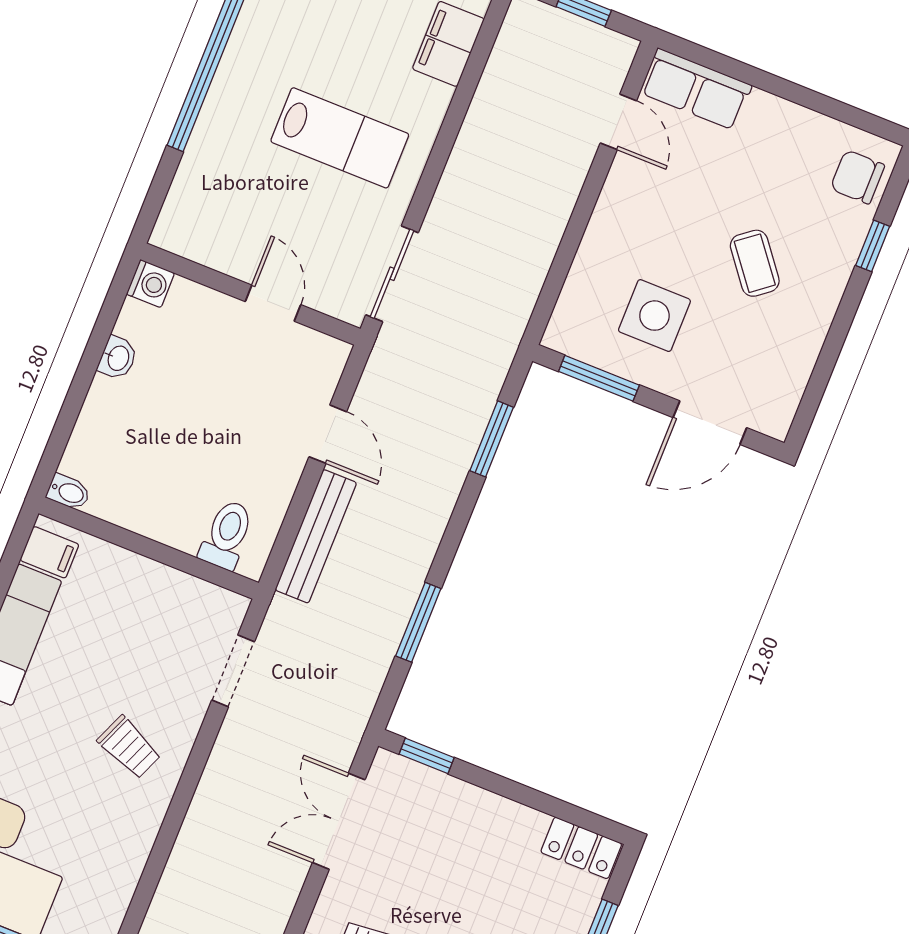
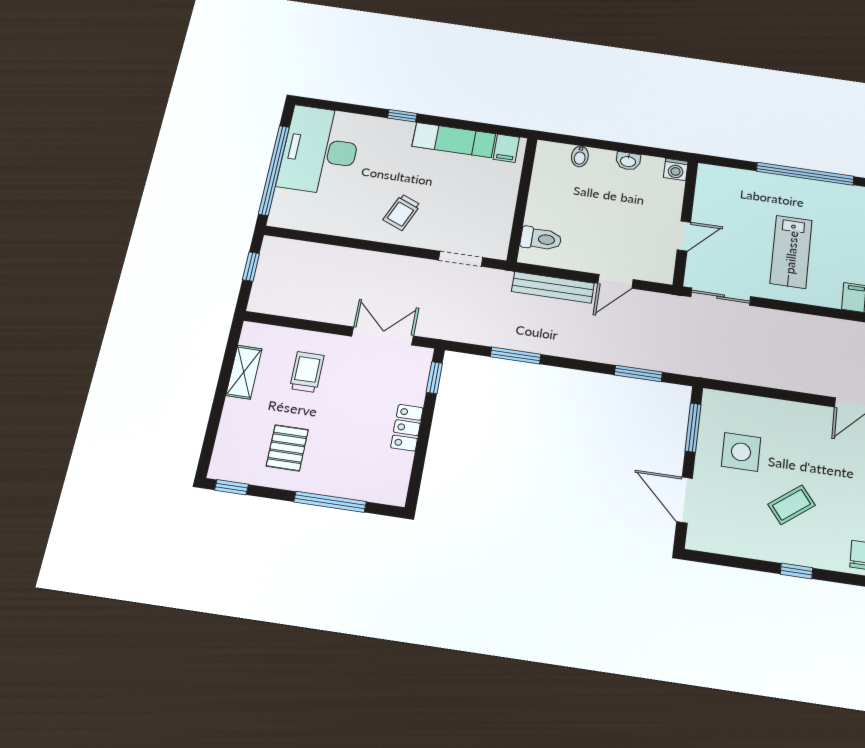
window: (873, 246) -> (797, 571), moved
bidet: (69, 492) -> (580, 156), moved
locker: (581, 848) -> (407, 428), moved

